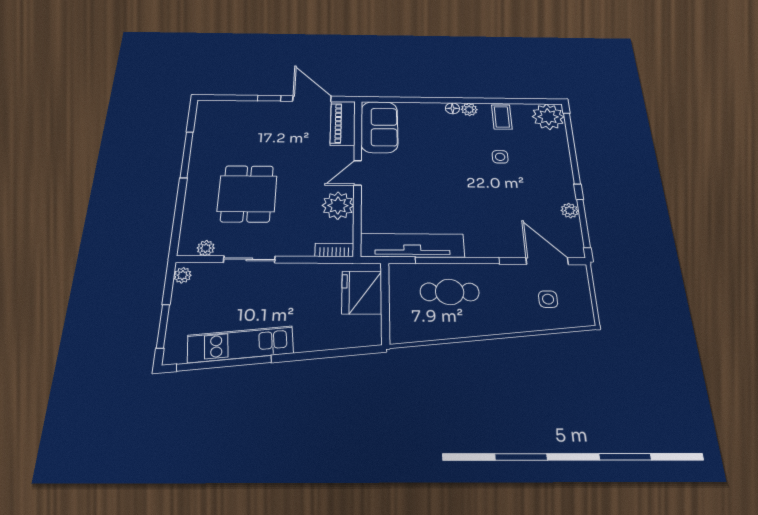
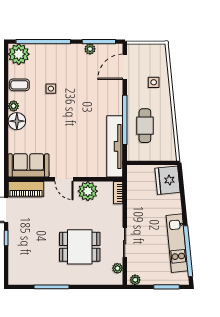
floor lamp: (452, 108) -> (17, 121), width x1.89, depth x1.89
fridge: (362, 293) -> (168, 180), moved, turned 84
side table: (548, 299) -> (154, 82), moved

